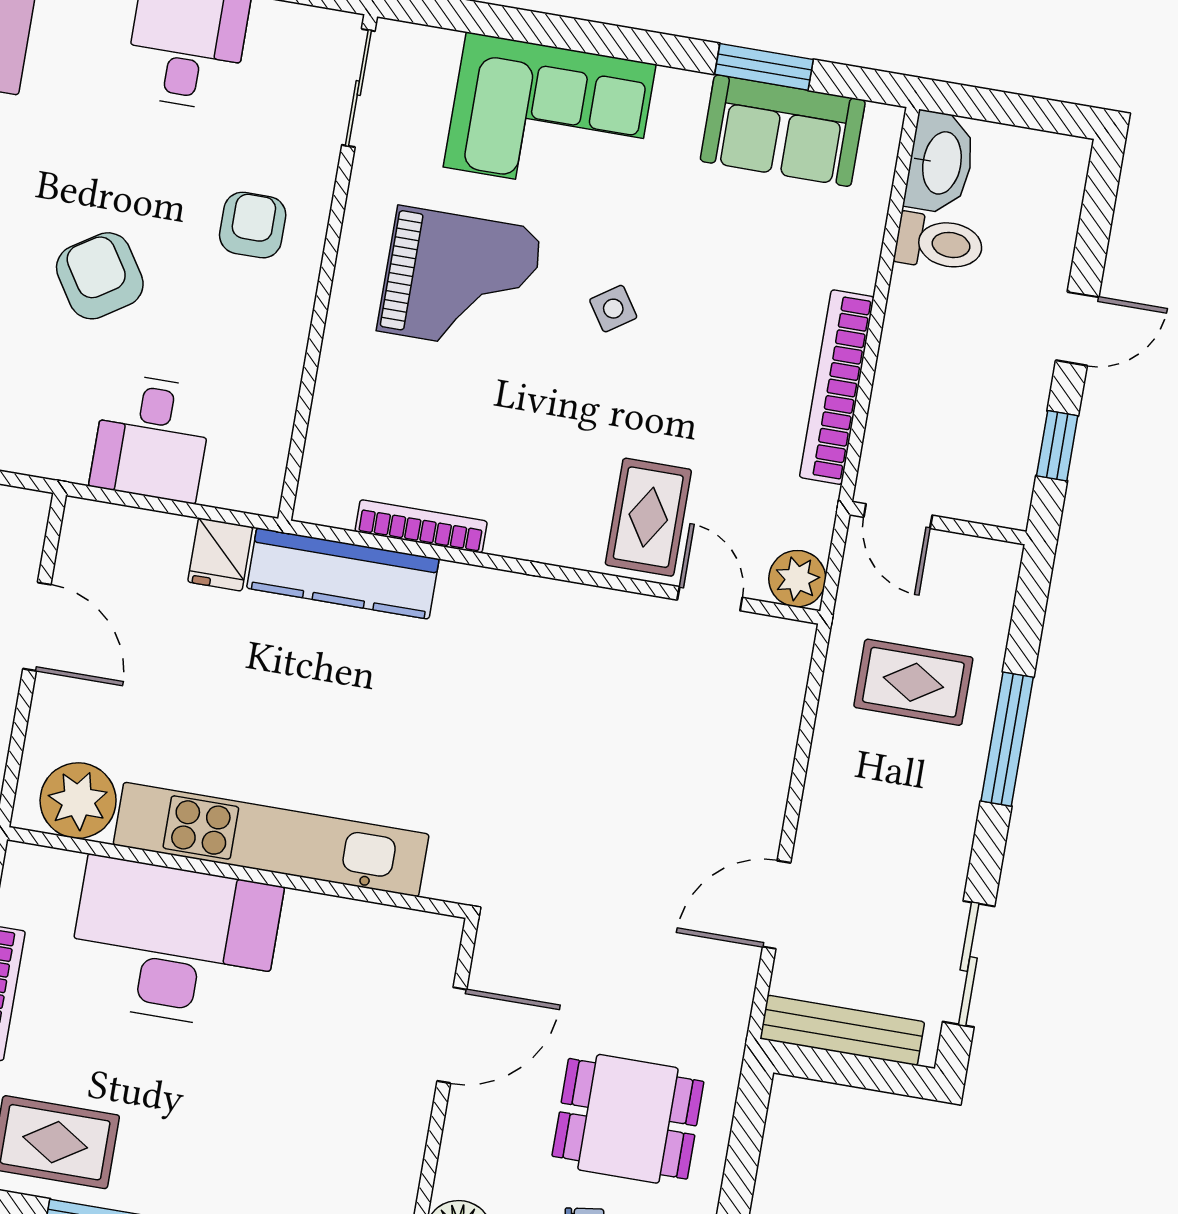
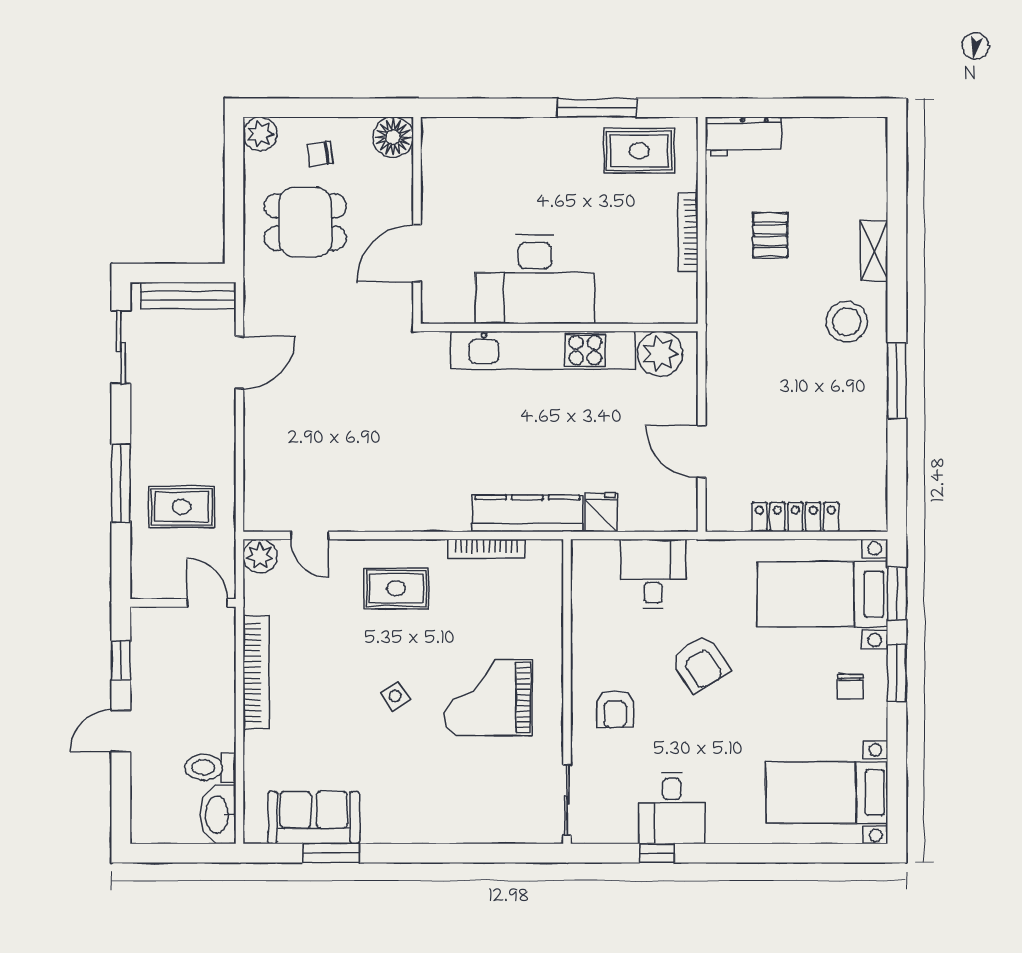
corner sofa: (550, 116) -> (452, 803), removed
rug: (648, 517) -> (396, 588), moved, turned 90
desk: (174, 943) -> (535, 279), moved

